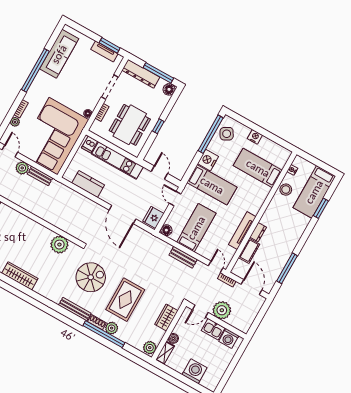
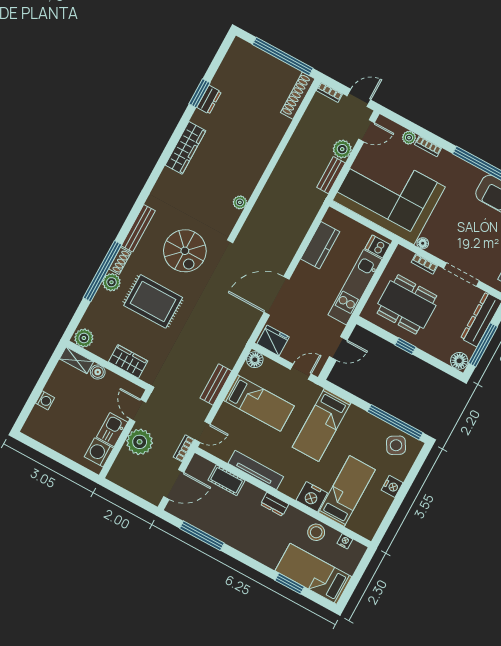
nightstand: (208, 160) -> (312, 497), moved, turned 180
dresser: (258, 232) -> (275, 504), moved
plant: (59, 245) -> (240, 202), width x0.53, depth x0.53
washing machine: (194, 371) -> (45, 400), width x0.53, depth x0.53

